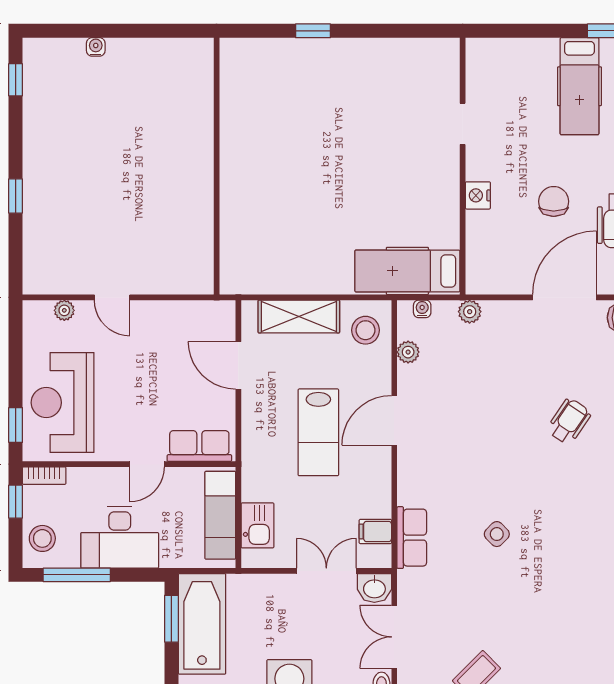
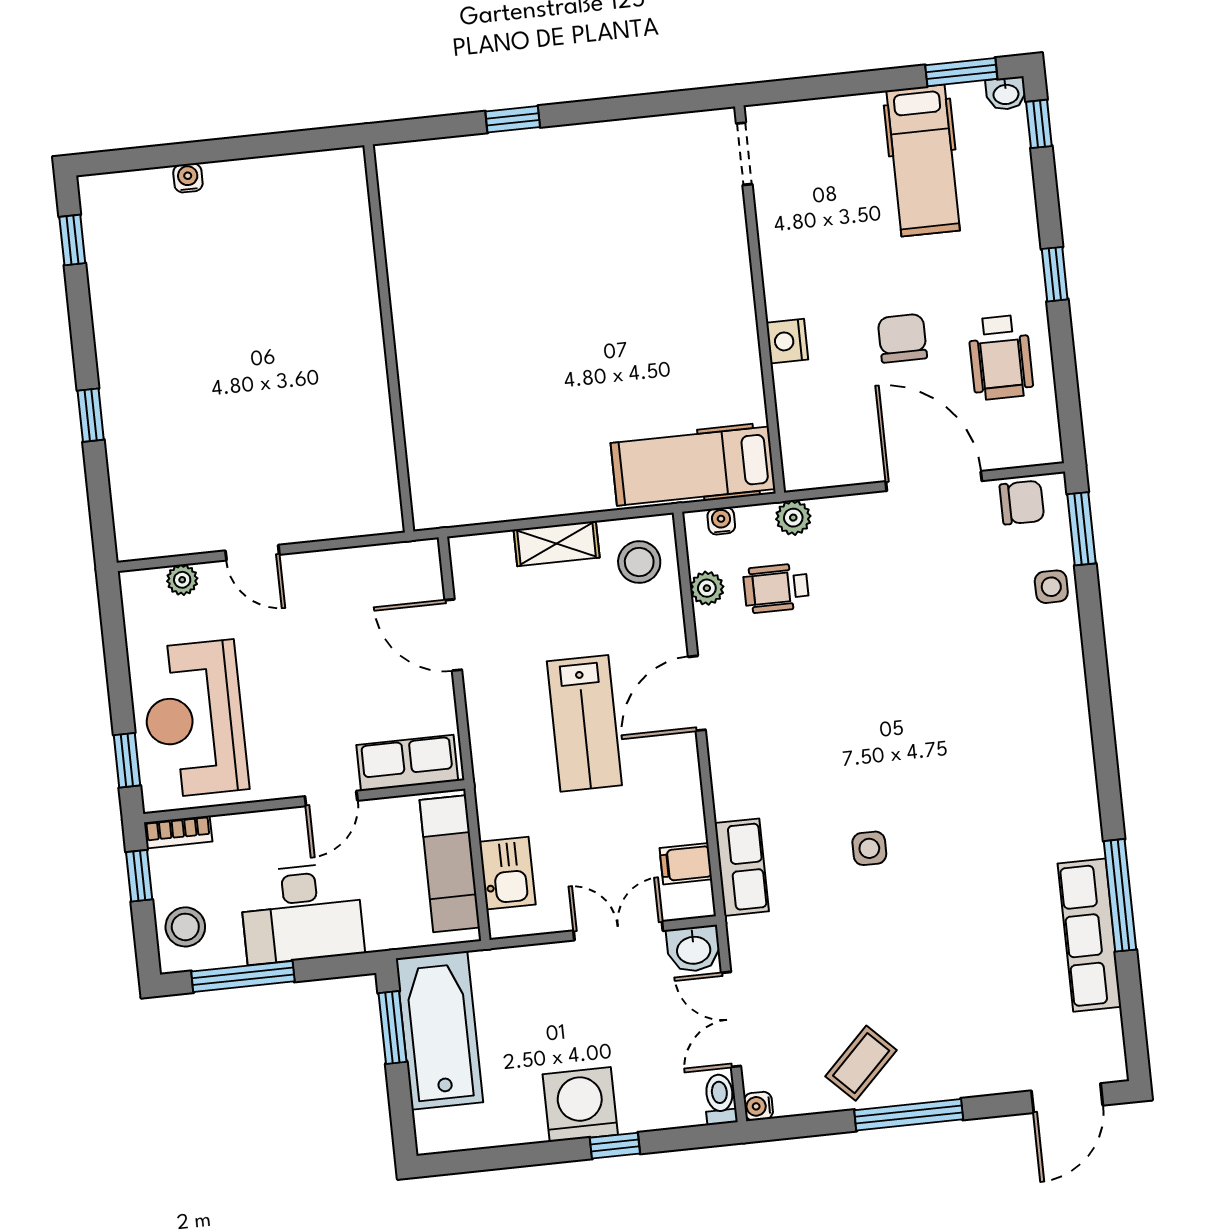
doorway: (463, 124) -> (744, 154), moved
door: (564, 297) -> (934, 481), hinge flipped
shelving: (299, 316) -> (557, 544), width x0.67, depth x0.75
wheelchair: (569, 421) -> (776, 588), moved, turned -124
side table: (497, 534) -> (869, 848), turned 45

